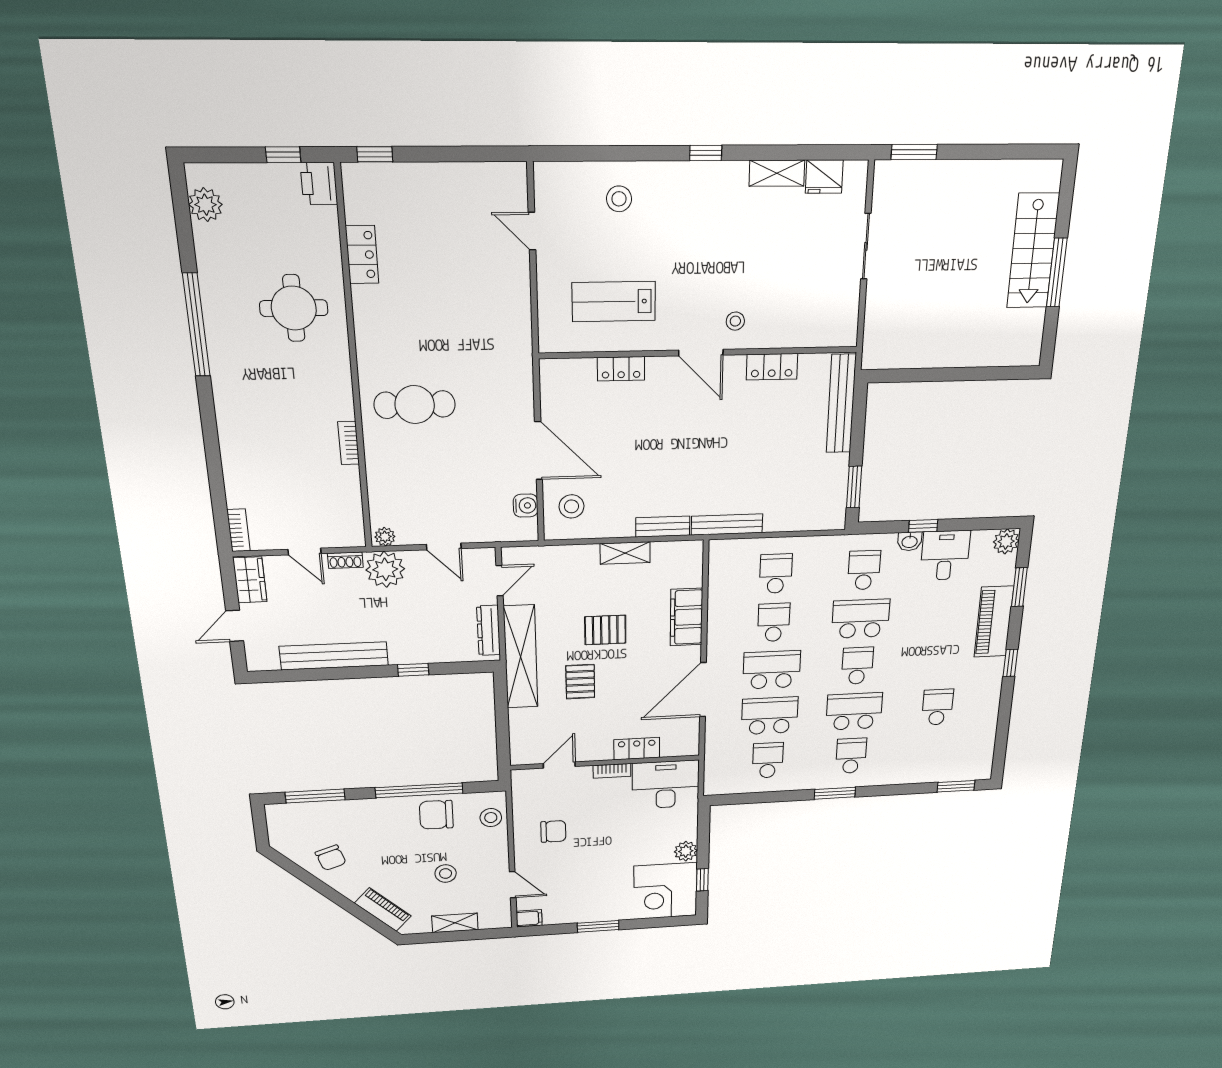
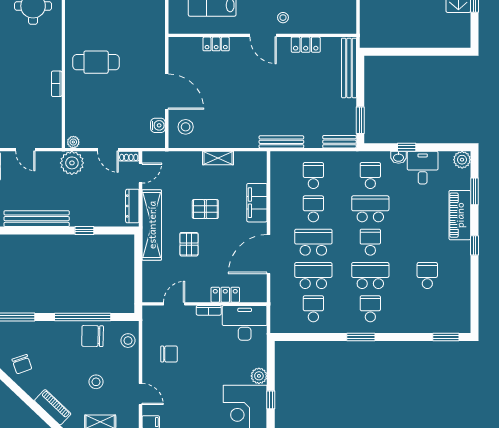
bench: (663, 527) -> (339, 142), moved
shoe rack: (345, 560) -> (129, 156), moved

